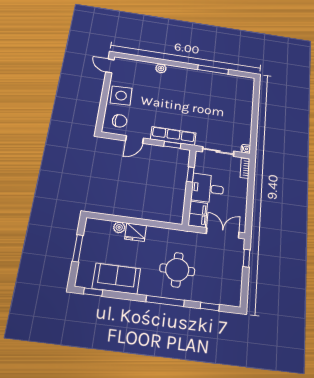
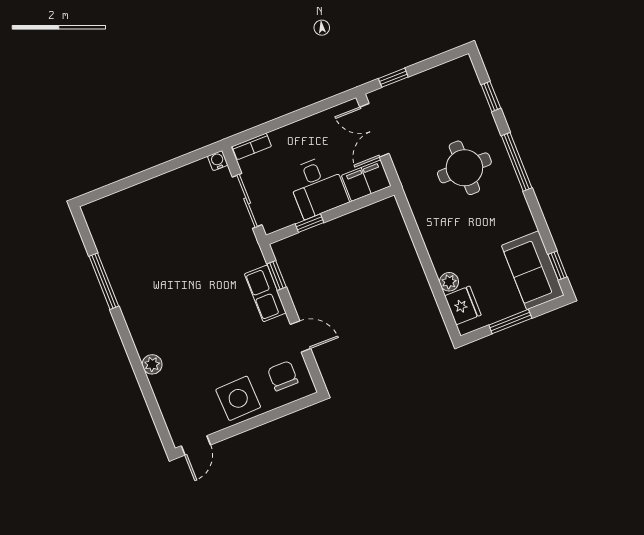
row of seats: (173, 136) -> (265, 293), width x0.68
fridge: (136, 232) -> (463, 305), moved
sofa: (116, 279) -> (533, 270), moved

